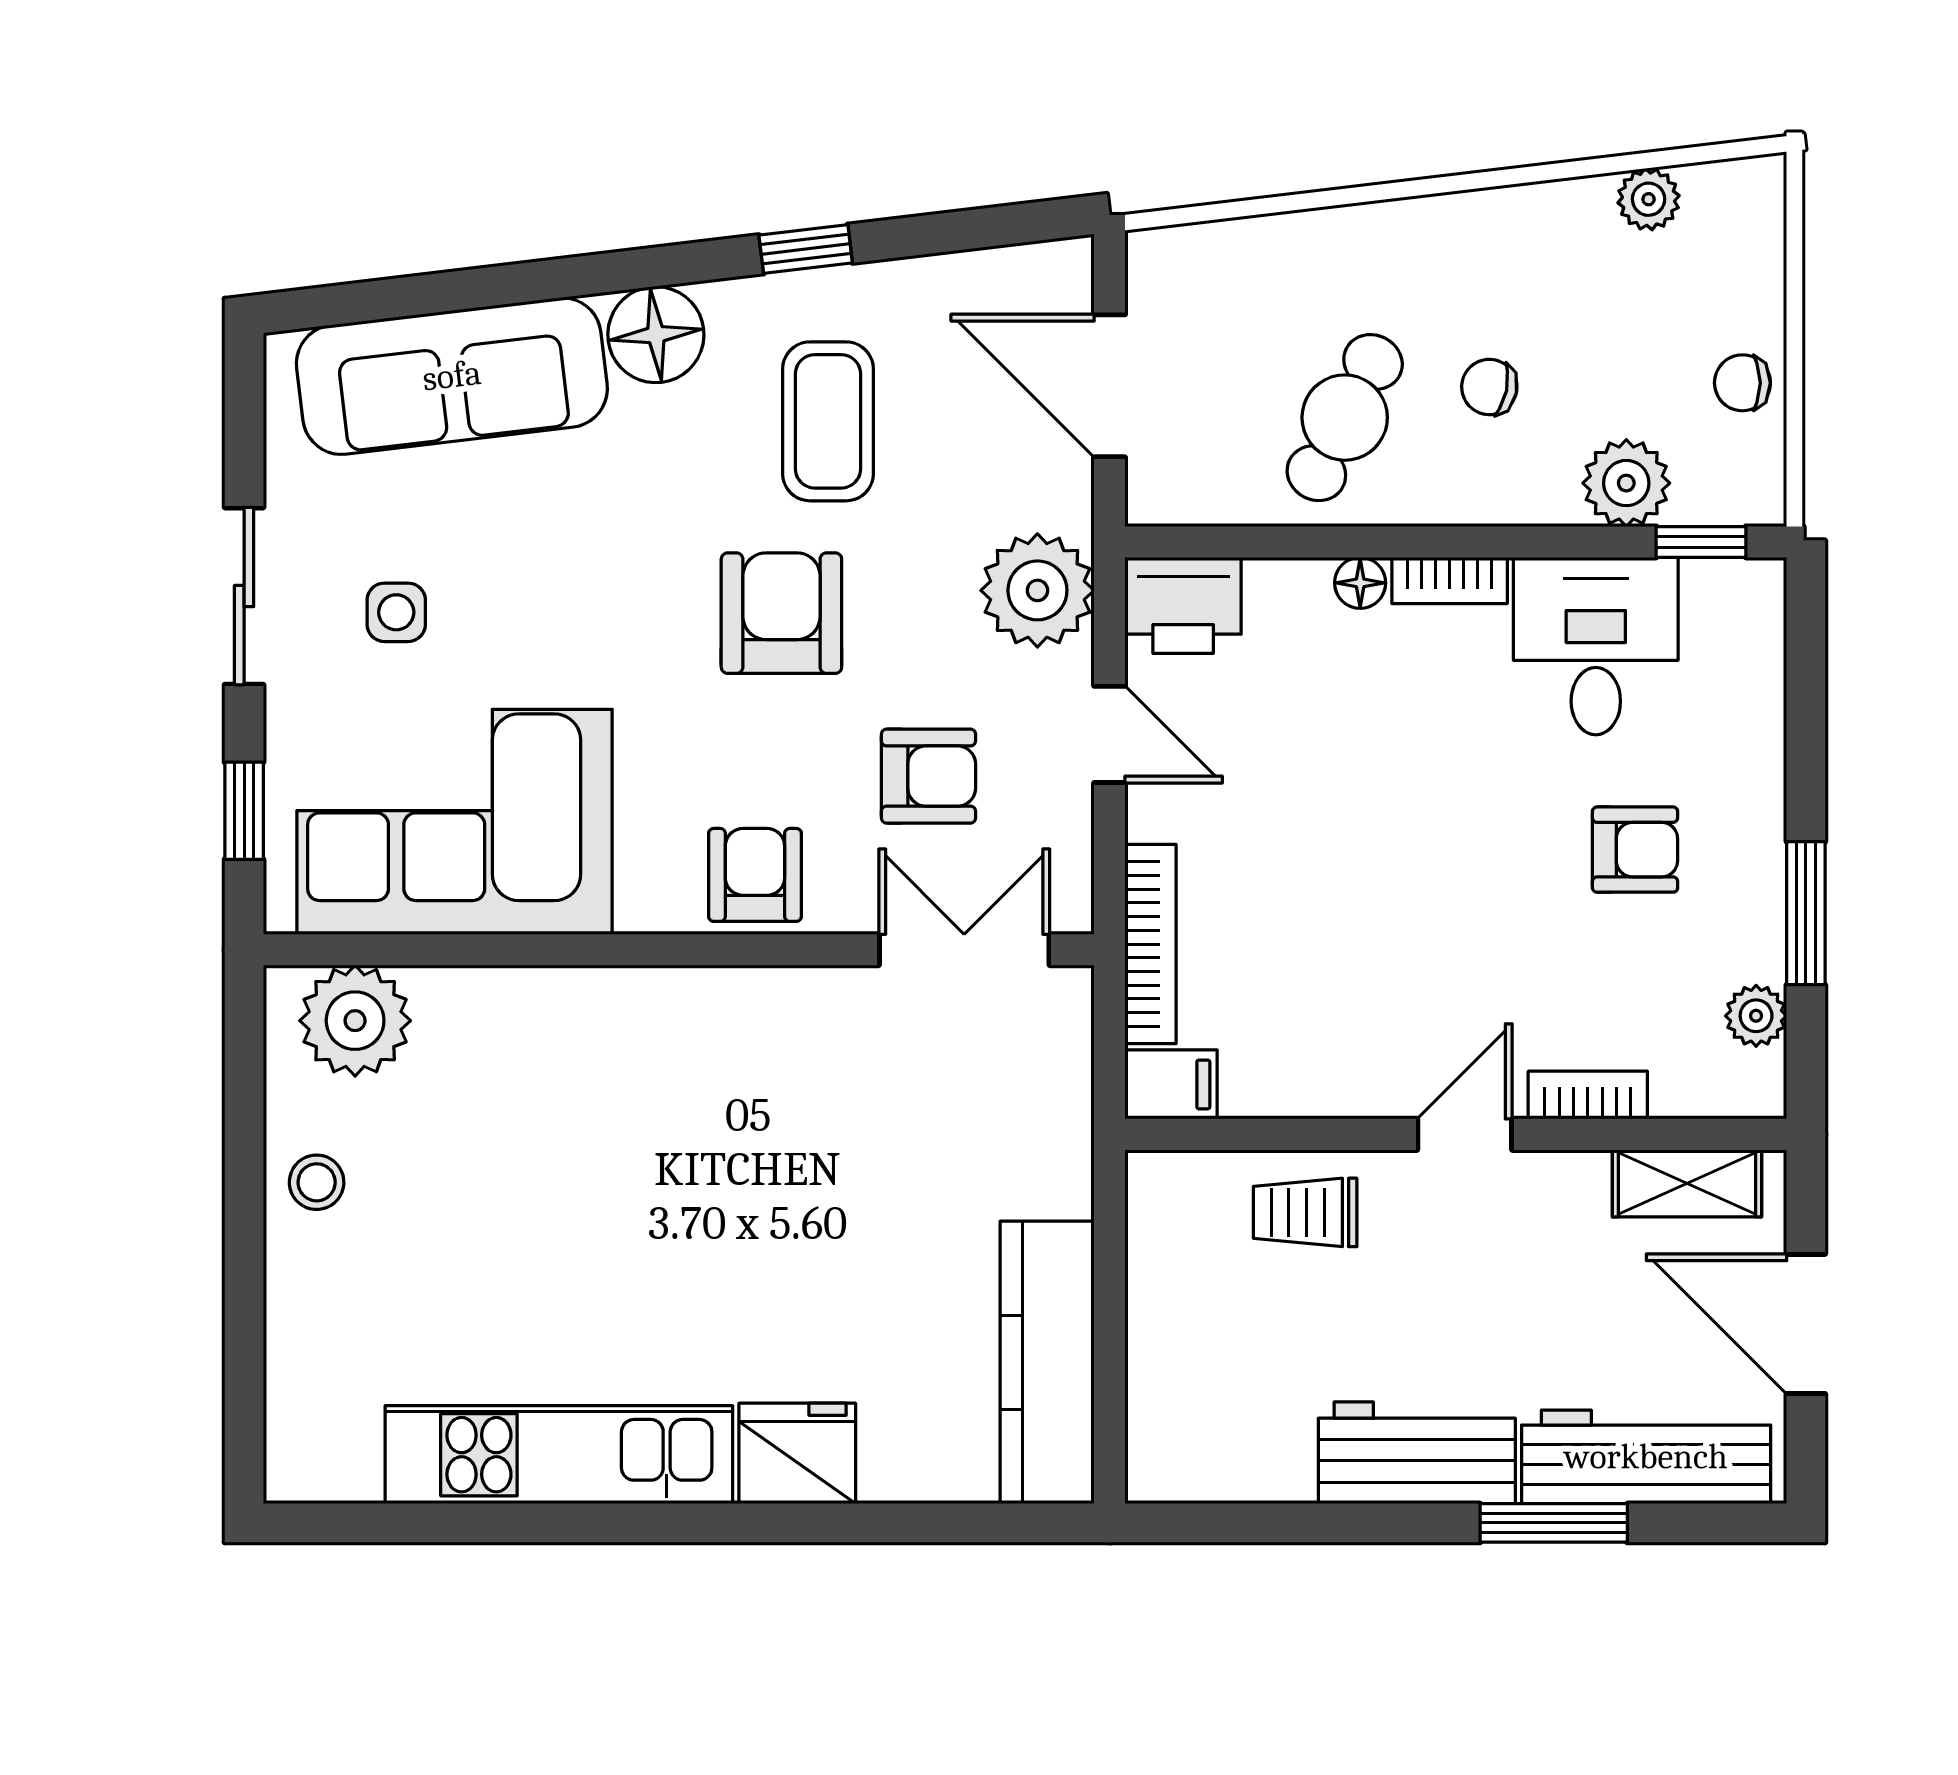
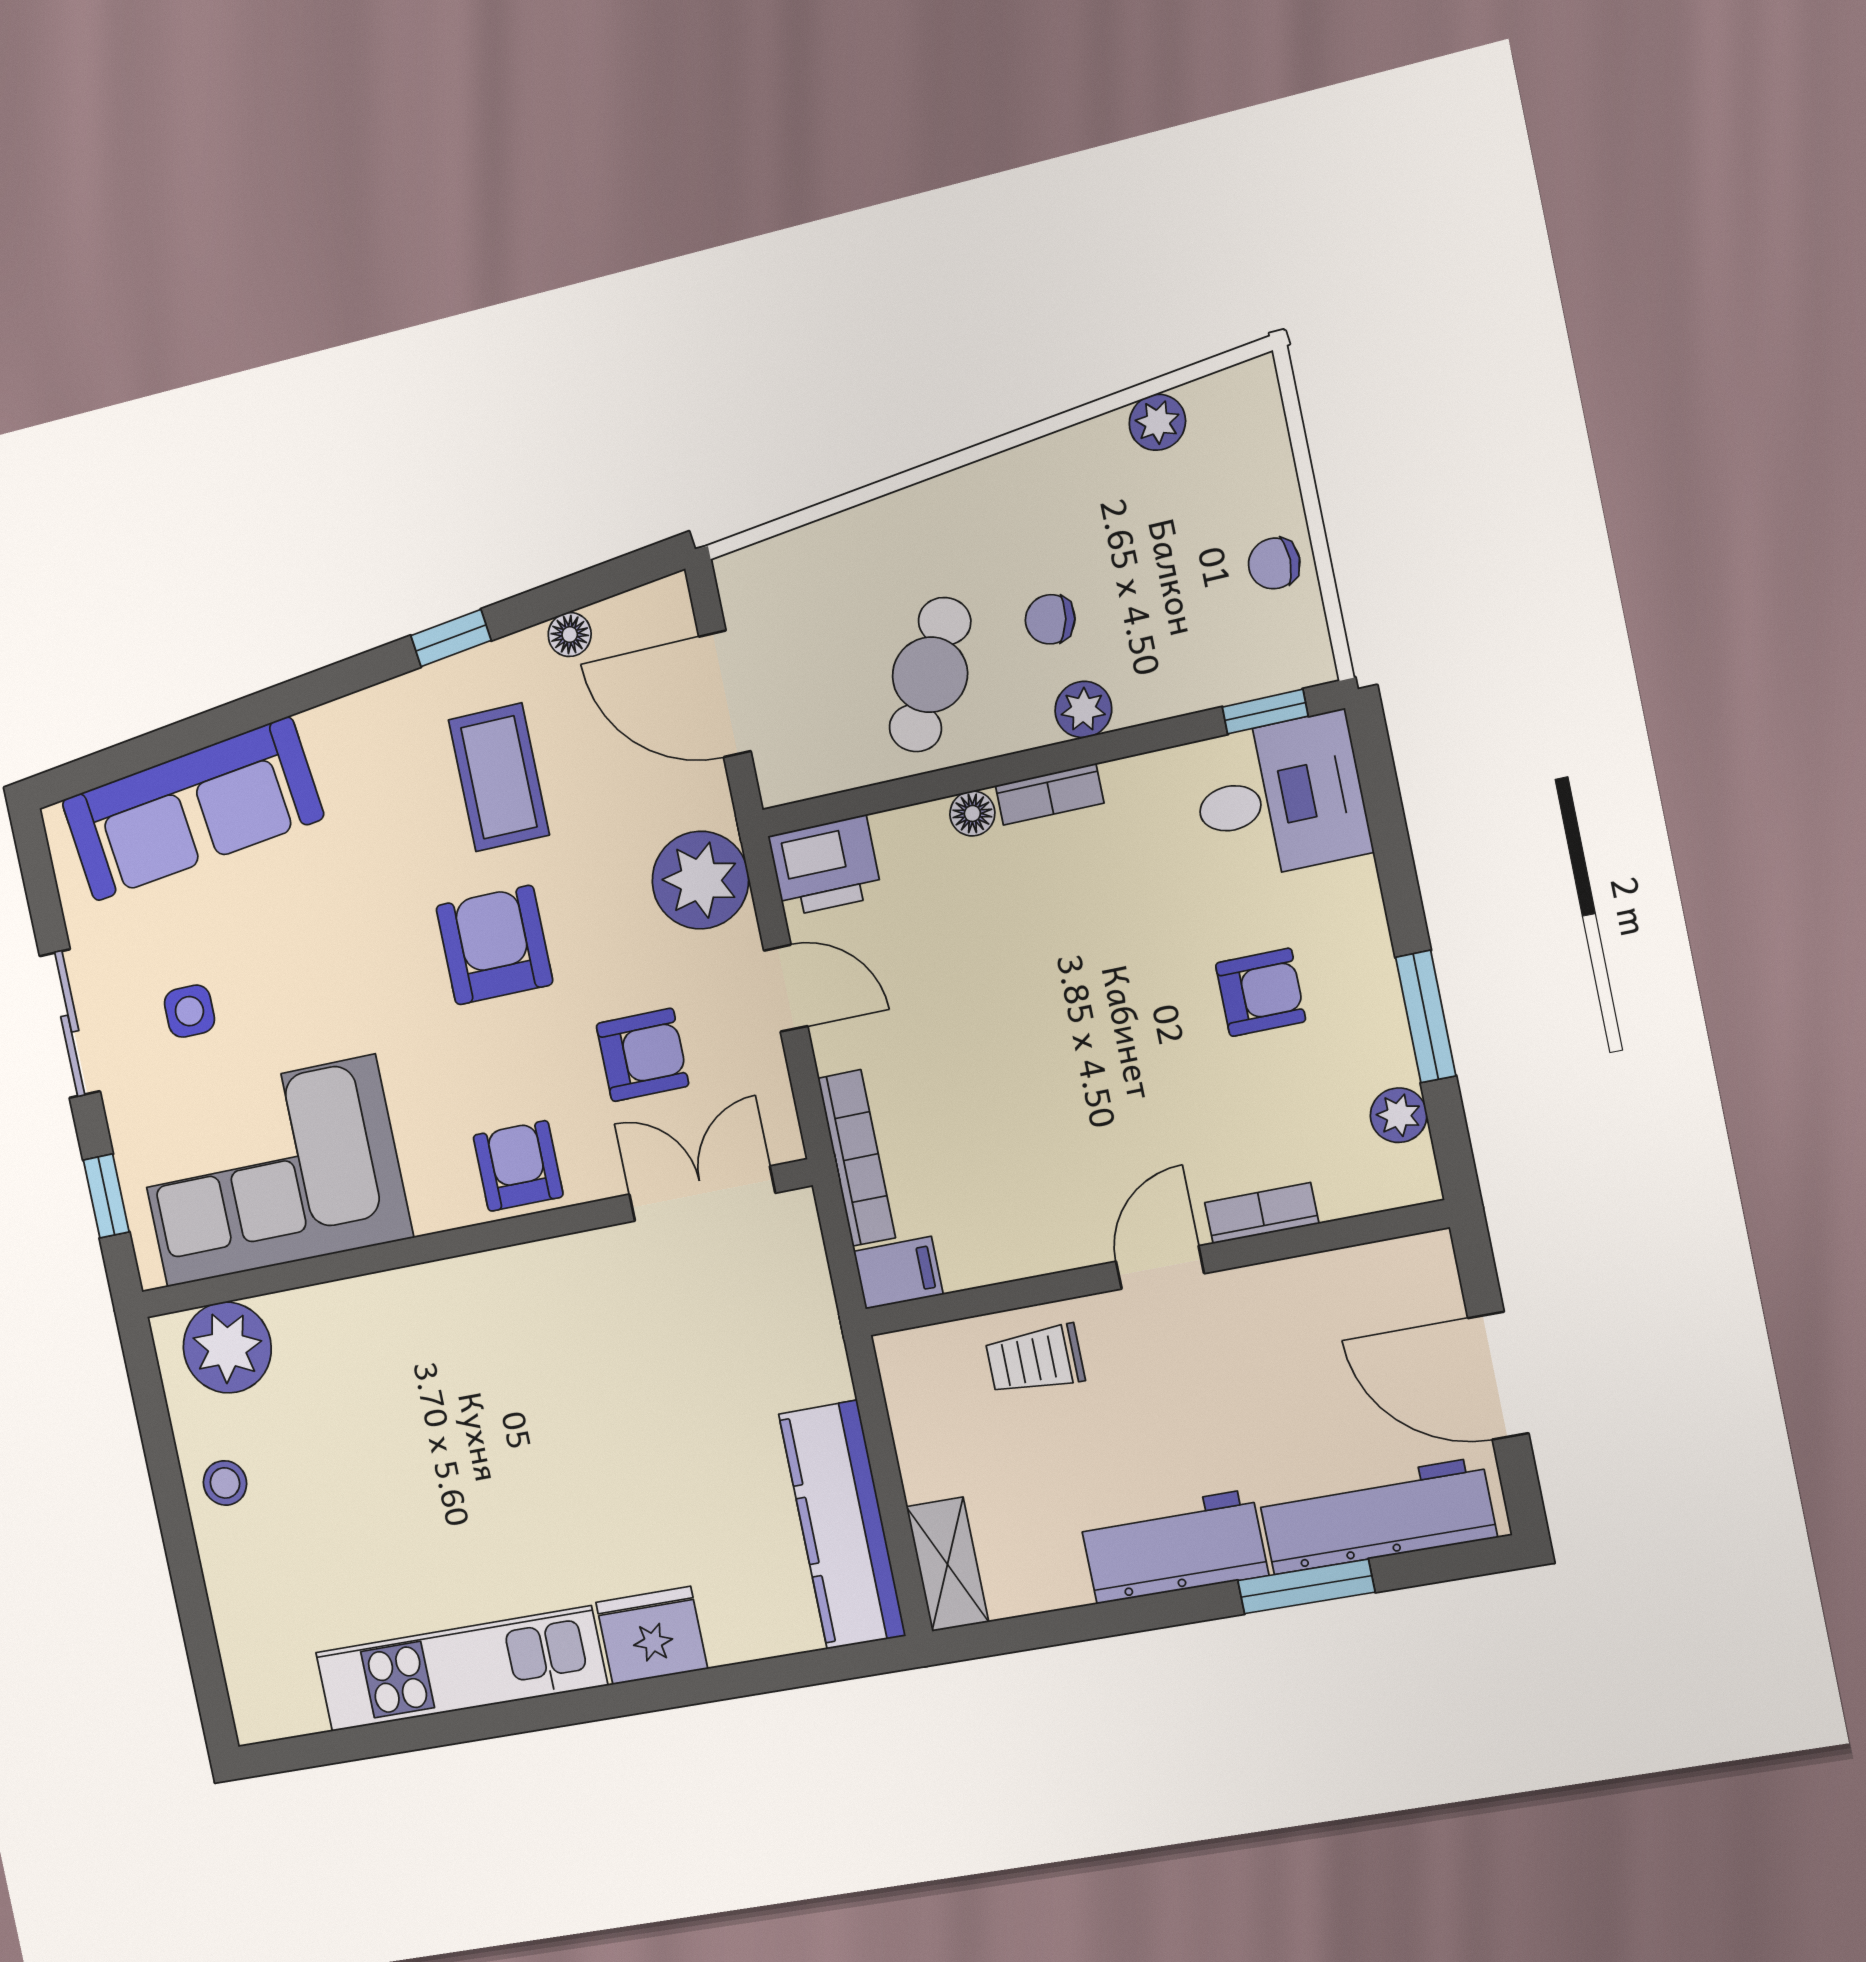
floor lamp: (656, 335) -> (570, 635), moved, width x0.53, depth x0.53
plant: (1626, 483) -> (1083, 709), moved, width x0.73, depth x0.73
desk: (1596, 646) -> (1280, 798), moved, turned 90
shelving: (1687, 1183) -> (948, 1564), moved, turned 90

